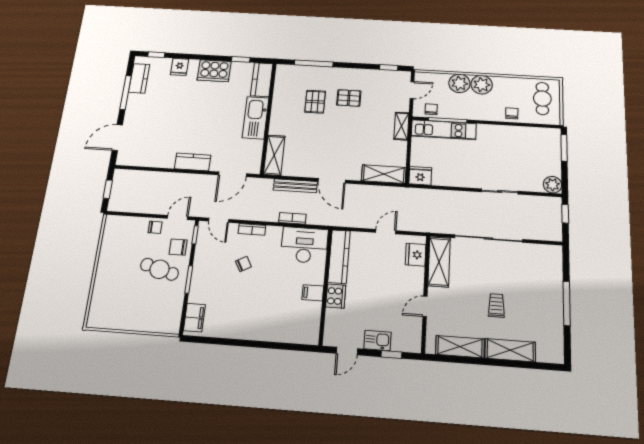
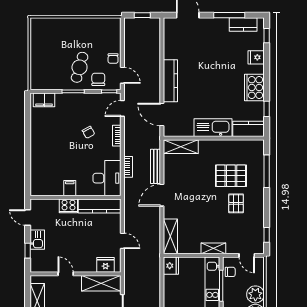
pallet: (315, 102) -> (231, 176), width x1.50, depth x1.42
kitchen counter: (193, 162) -> (170, 81), width x1.50

